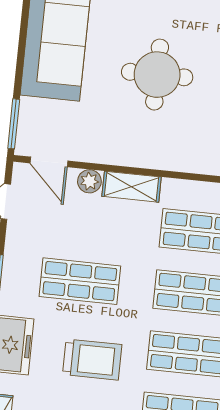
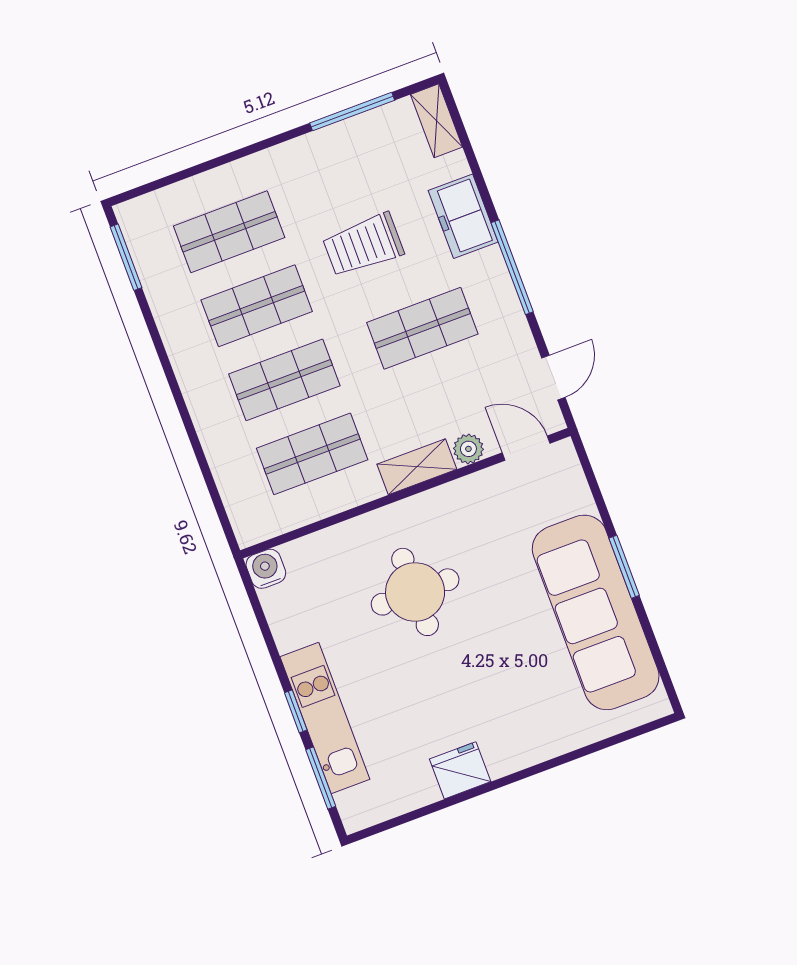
round table: (157, 75) -> (415, 592), moved
window: (14, 124) -> (624, 567), moved

